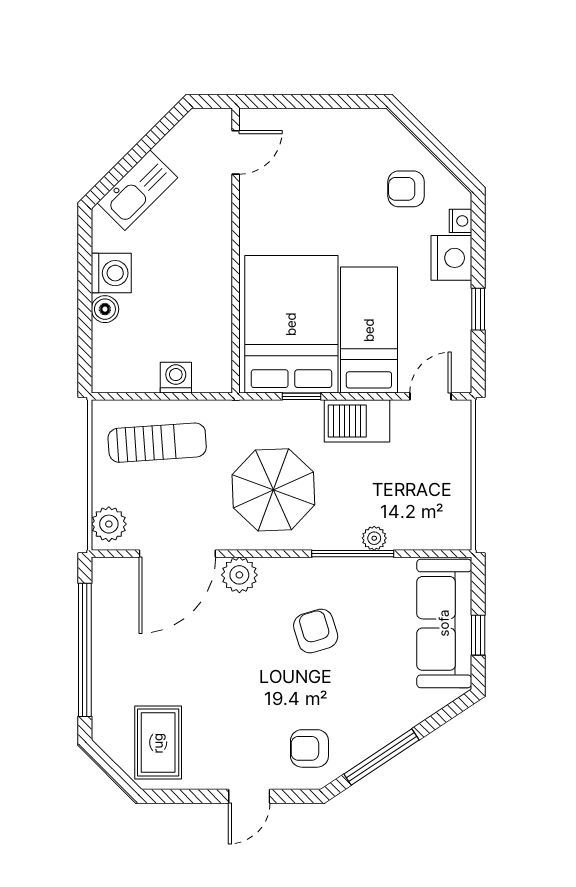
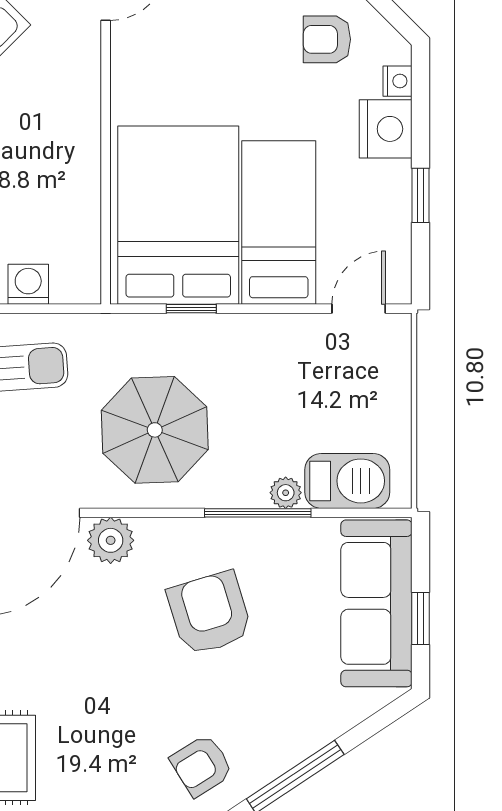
barbecue: (357, 421) -> (347, 481), moved, turned 180
armchair: (316, 631) -> (210, 613), width x1.38, depth x1.38
armchair: (309, 748) -> (202, 766), turned -32

